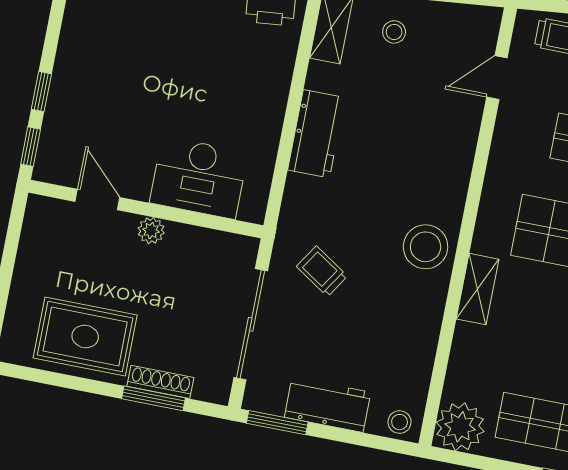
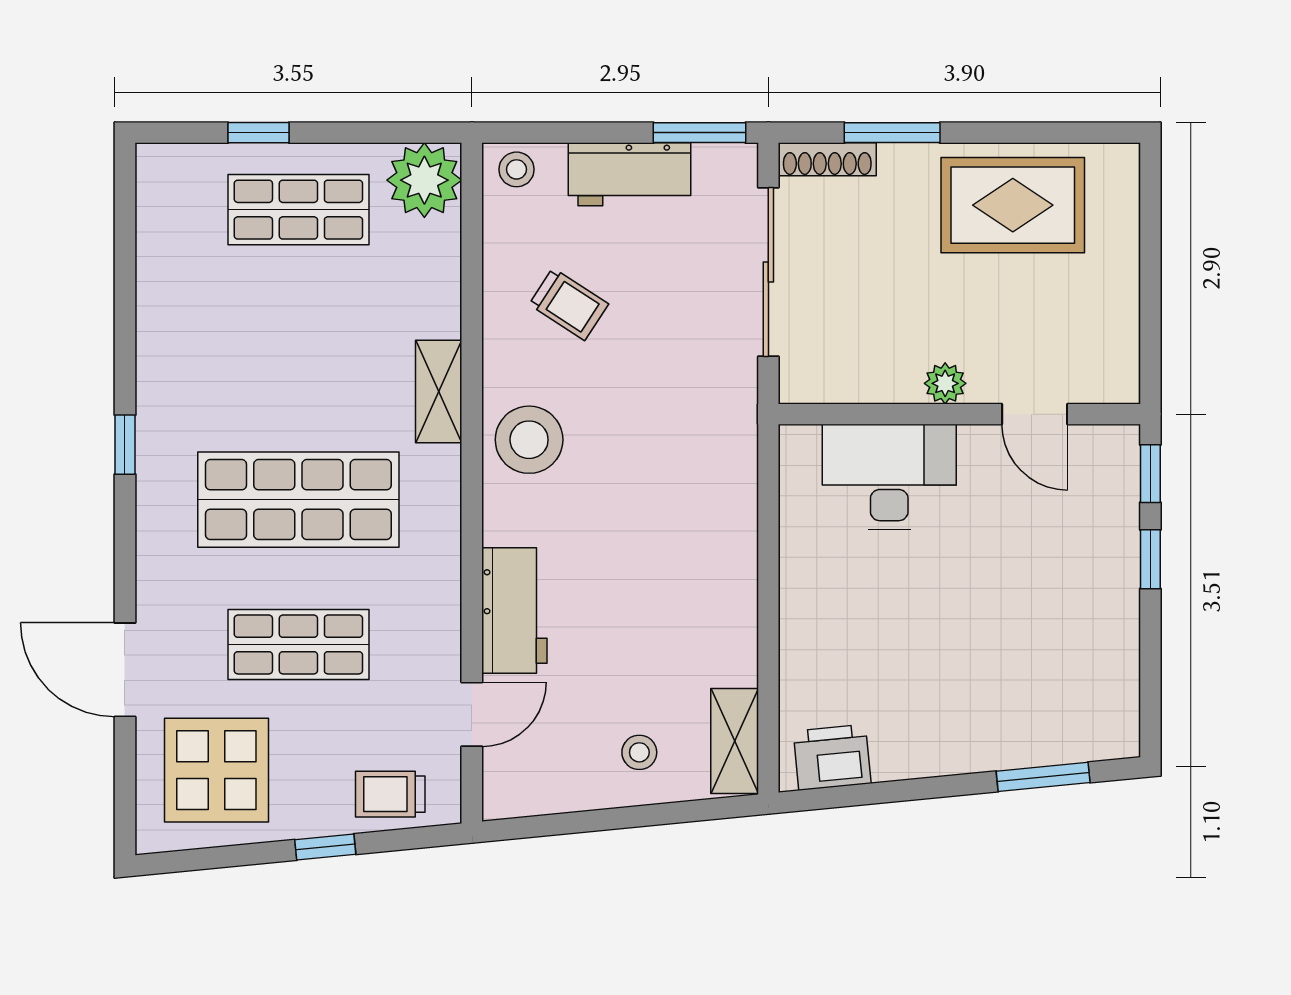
workbench: (316, 134) -> (514, 611), moved, turned 180
trolley: (322, 271) -> (569, 304), moved
shoe rack: (160, 382) -> (827, 159), moved

